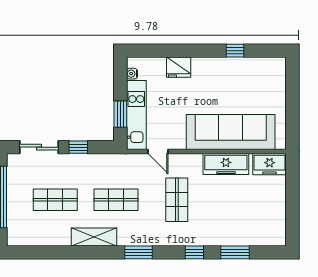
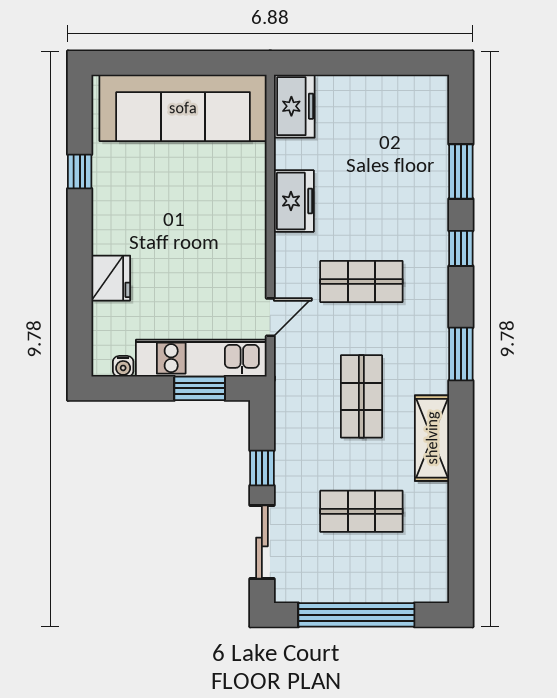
sofa: (231, 132) -> (183, 108), moved, turned -90
freezer: (226, 164) -> (294, 201), width x0.71
shop shelf: (55, 200) -> (361, 511), turned 90

